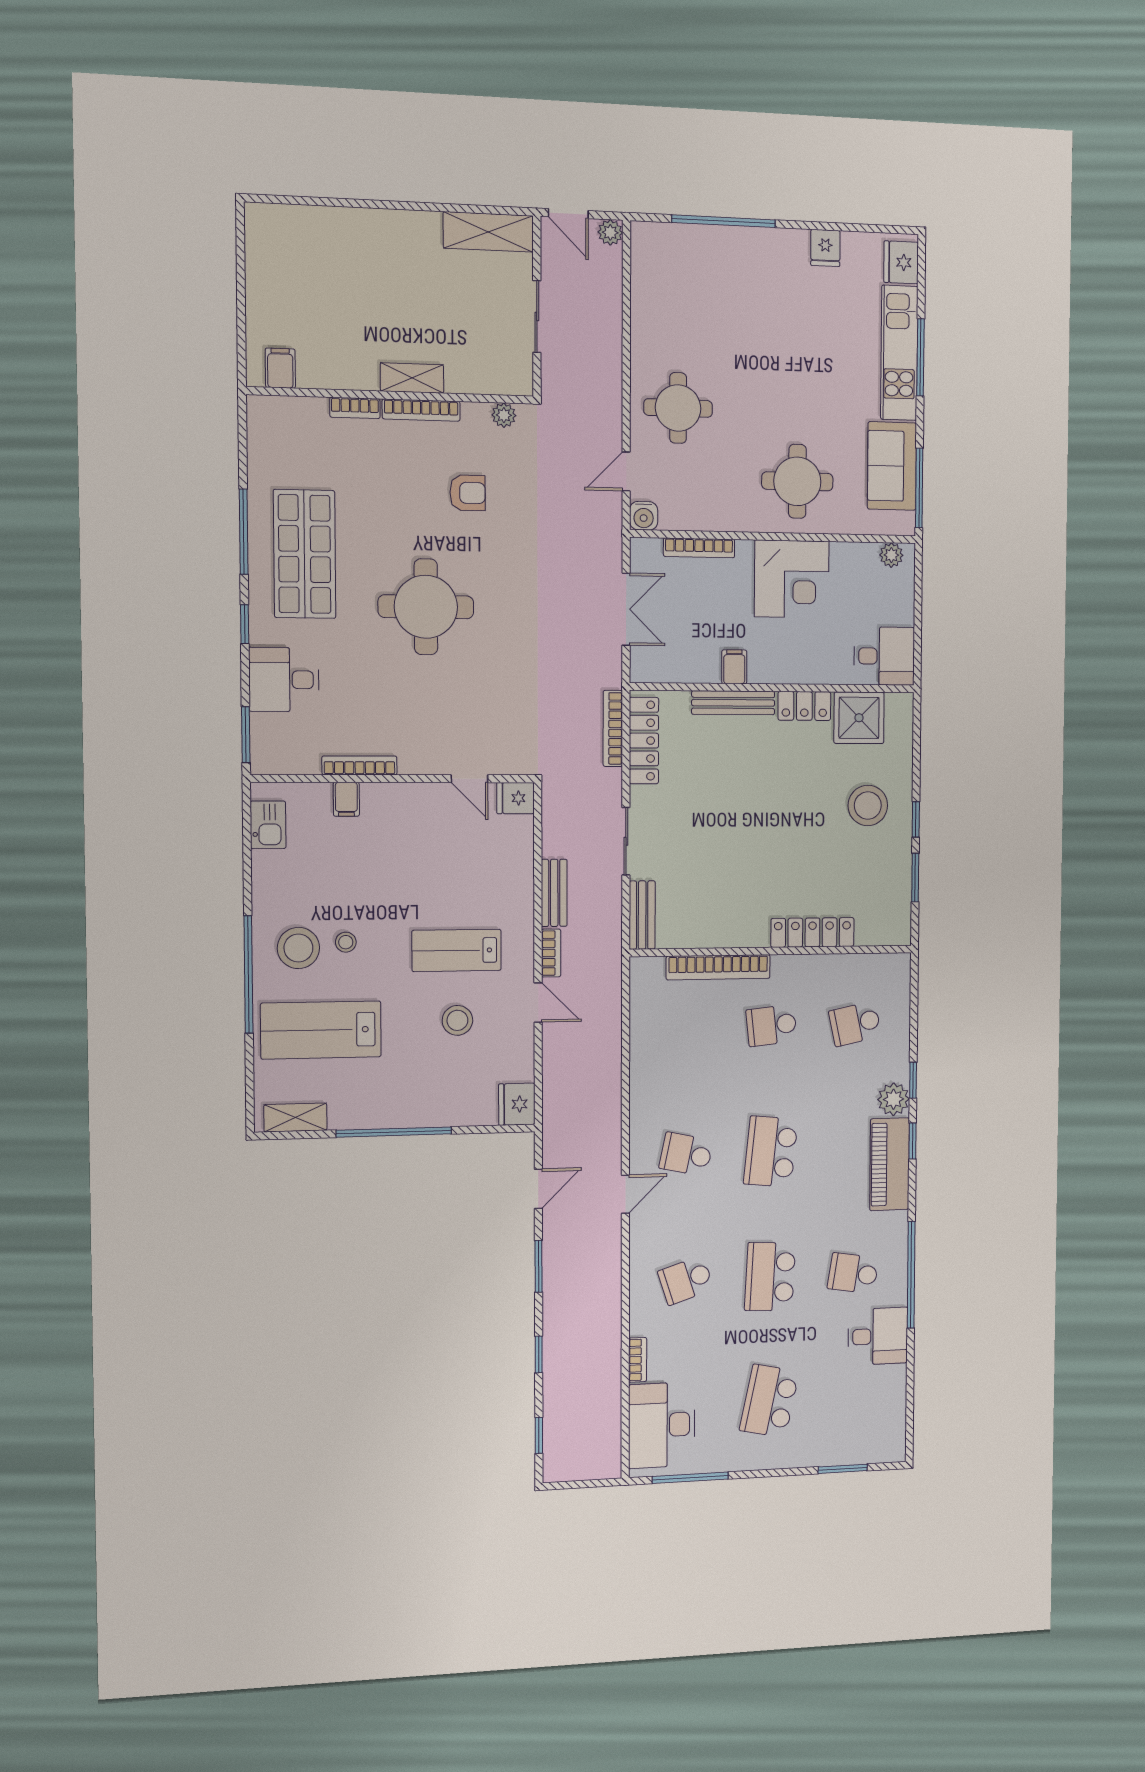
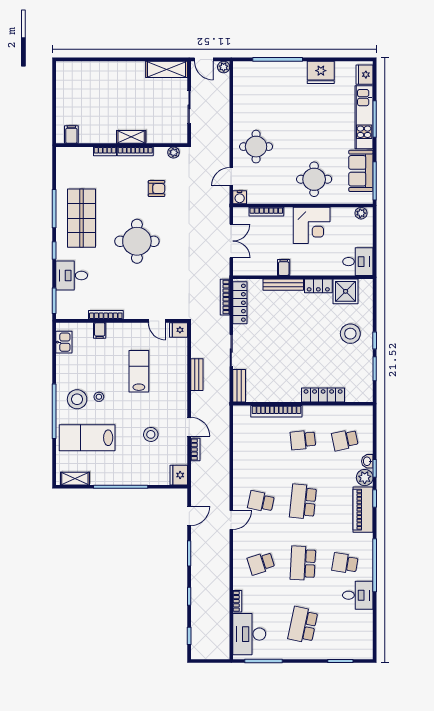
fridge: (825, 248) -> (321, 72), width x1.88, depth x1.34
lab bench: (457, 950) -> (139, 371), moved, turned 90
bookcase: (551, 953) -> (195, 449), moved
washbasin: (899, 1066) -> (367, 461), added

